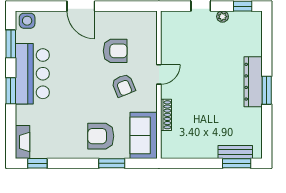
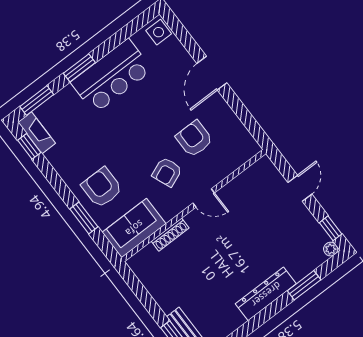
plant: (223, 17) -> (331, 249), moved
window: (11, 44) -> (37, 100), moved
armchair: (115, 51) -> (194, 139), turned 180
window: (267, 90) -> (304, 285), moved
fireplace: (23, 142) -> (37, 133), moved, turned -90

